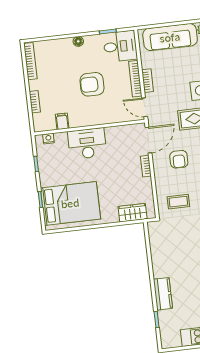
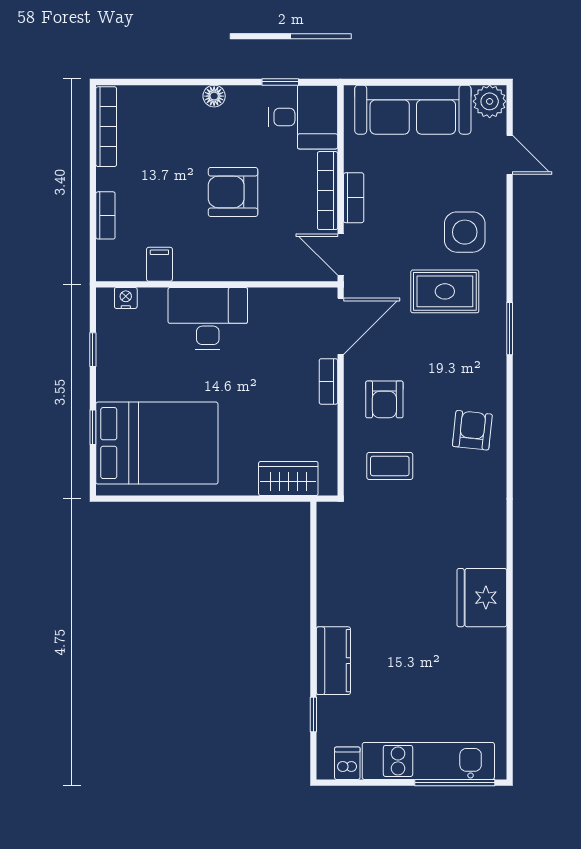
armchair: (179, 159) -> (384, 399), moved
dishwasher: (175, 340) -> (347, 763), added

